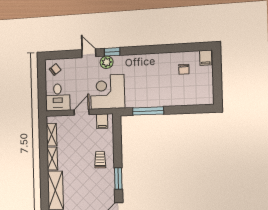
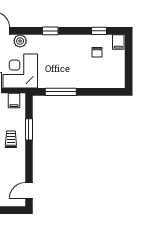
window: (185, 47) -> (99, 31), added
window: (112, 52) -> (50, 31), moved
window: (118, 179) -> (29, 129), moved

